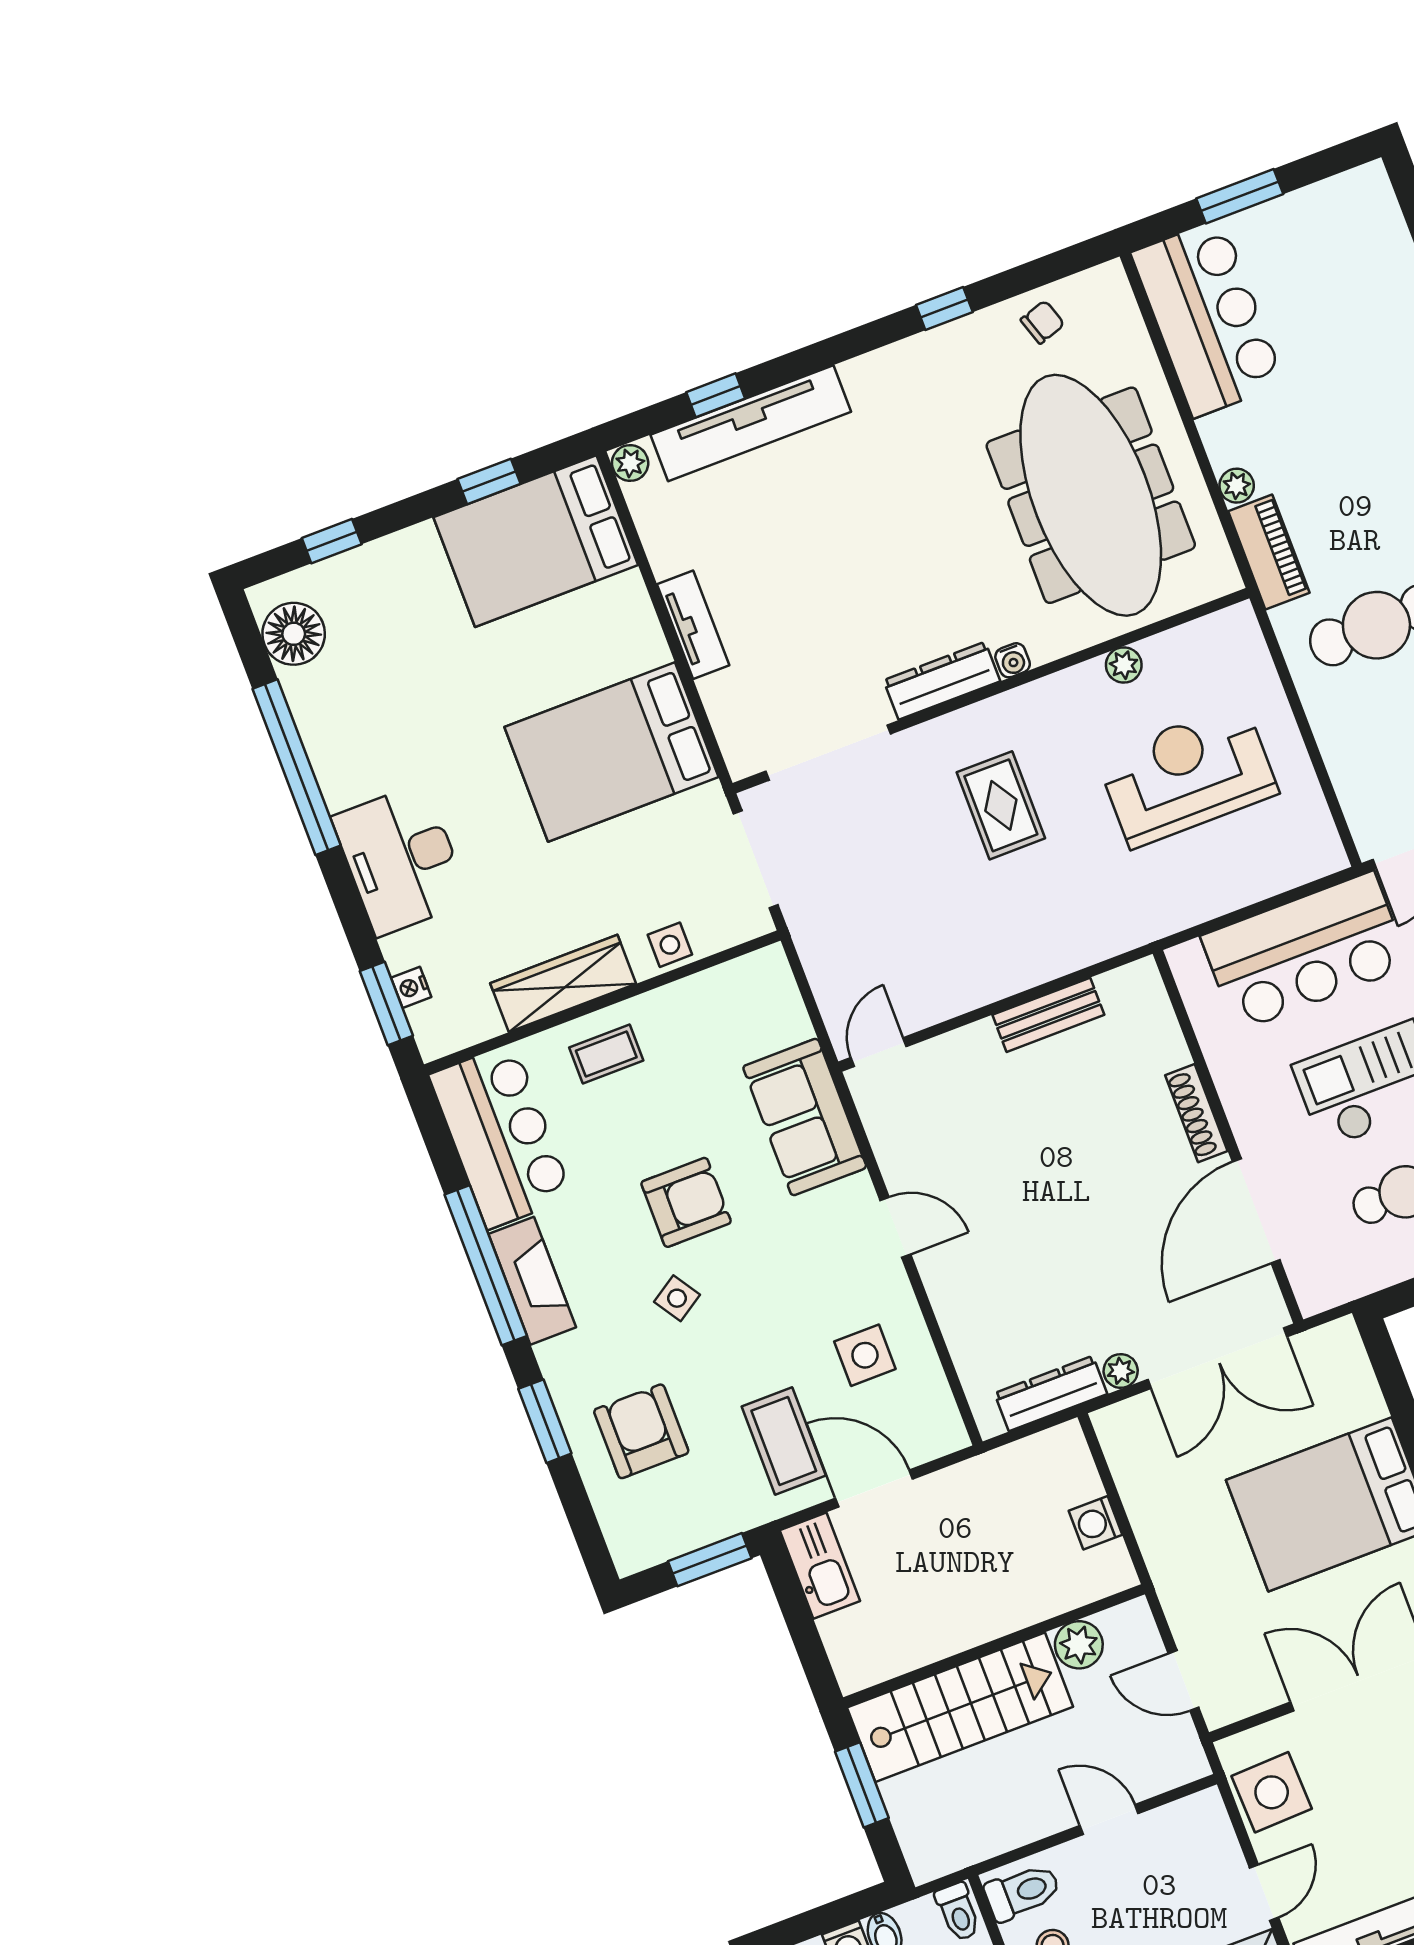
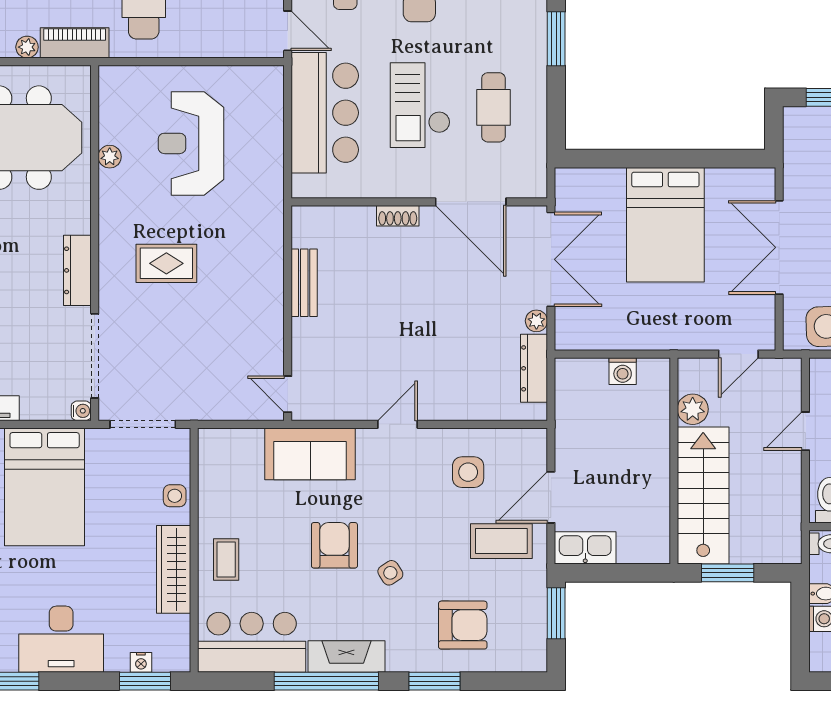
water cooler: (1013, 660) -> (81, 411), moved
shoe rack: (1196, 1113) -> (398, 216), width x0.70
armchair: (641, 1431) -> (463, 625), turned 180

